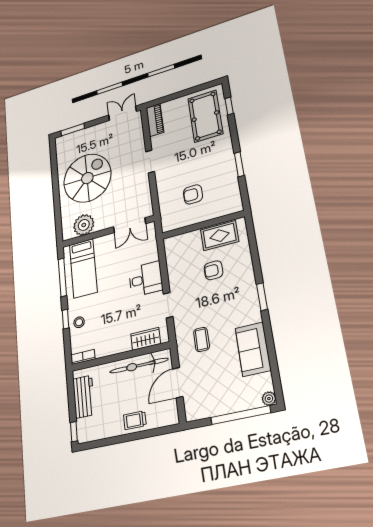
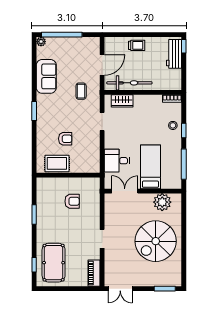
bed: (83, 268) -> (150, 167), moved
desk: (146, 279) -> (117, 161), moved
workbench: (84, 397) -> (174, 54), moved

